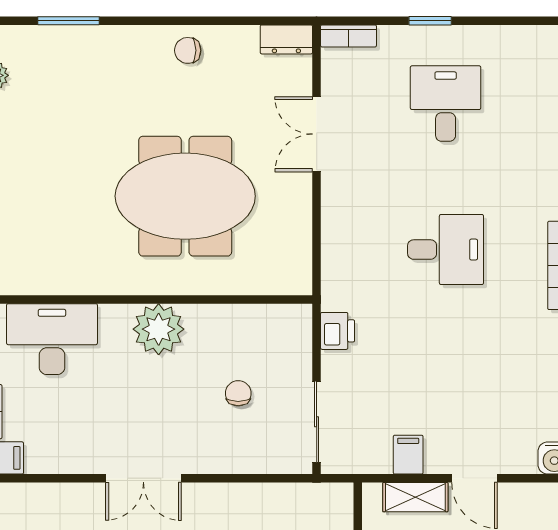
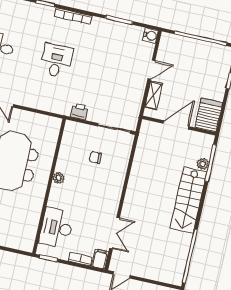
plant: (159, 329) -> (59, 178), width x0.53, depth x0.53
filing cabinet: (408, 455) -> (136, 94), removed
double door: (143, 478) -> (115, 233), moved

